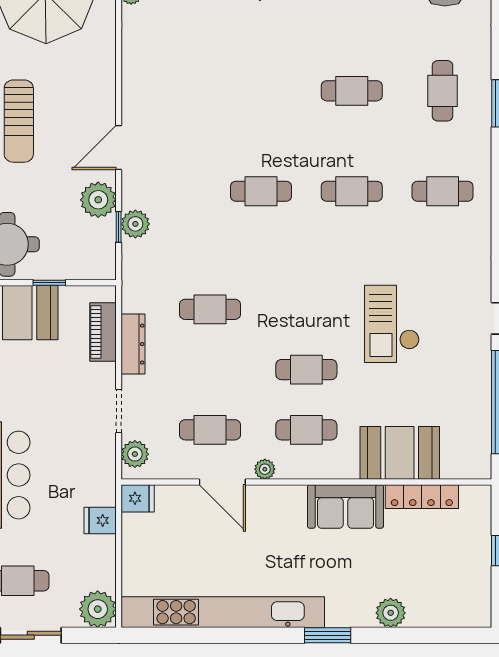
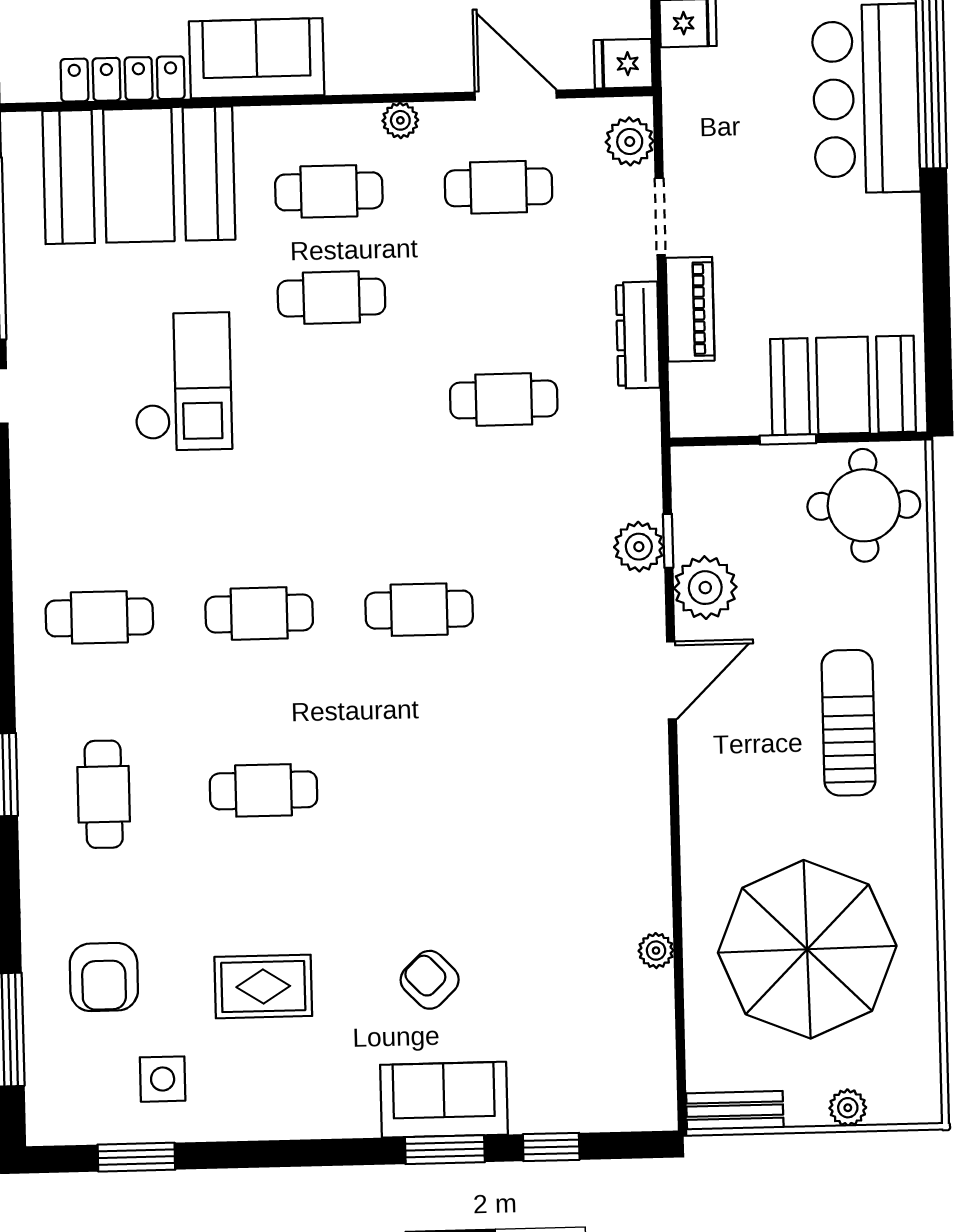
piano: (103, 332) -> (690, 309), moved
booth: (400, 453) -> (139, 175), width x1.36, depth x1.42
door: (222, 482) -> (516, 95), moved

